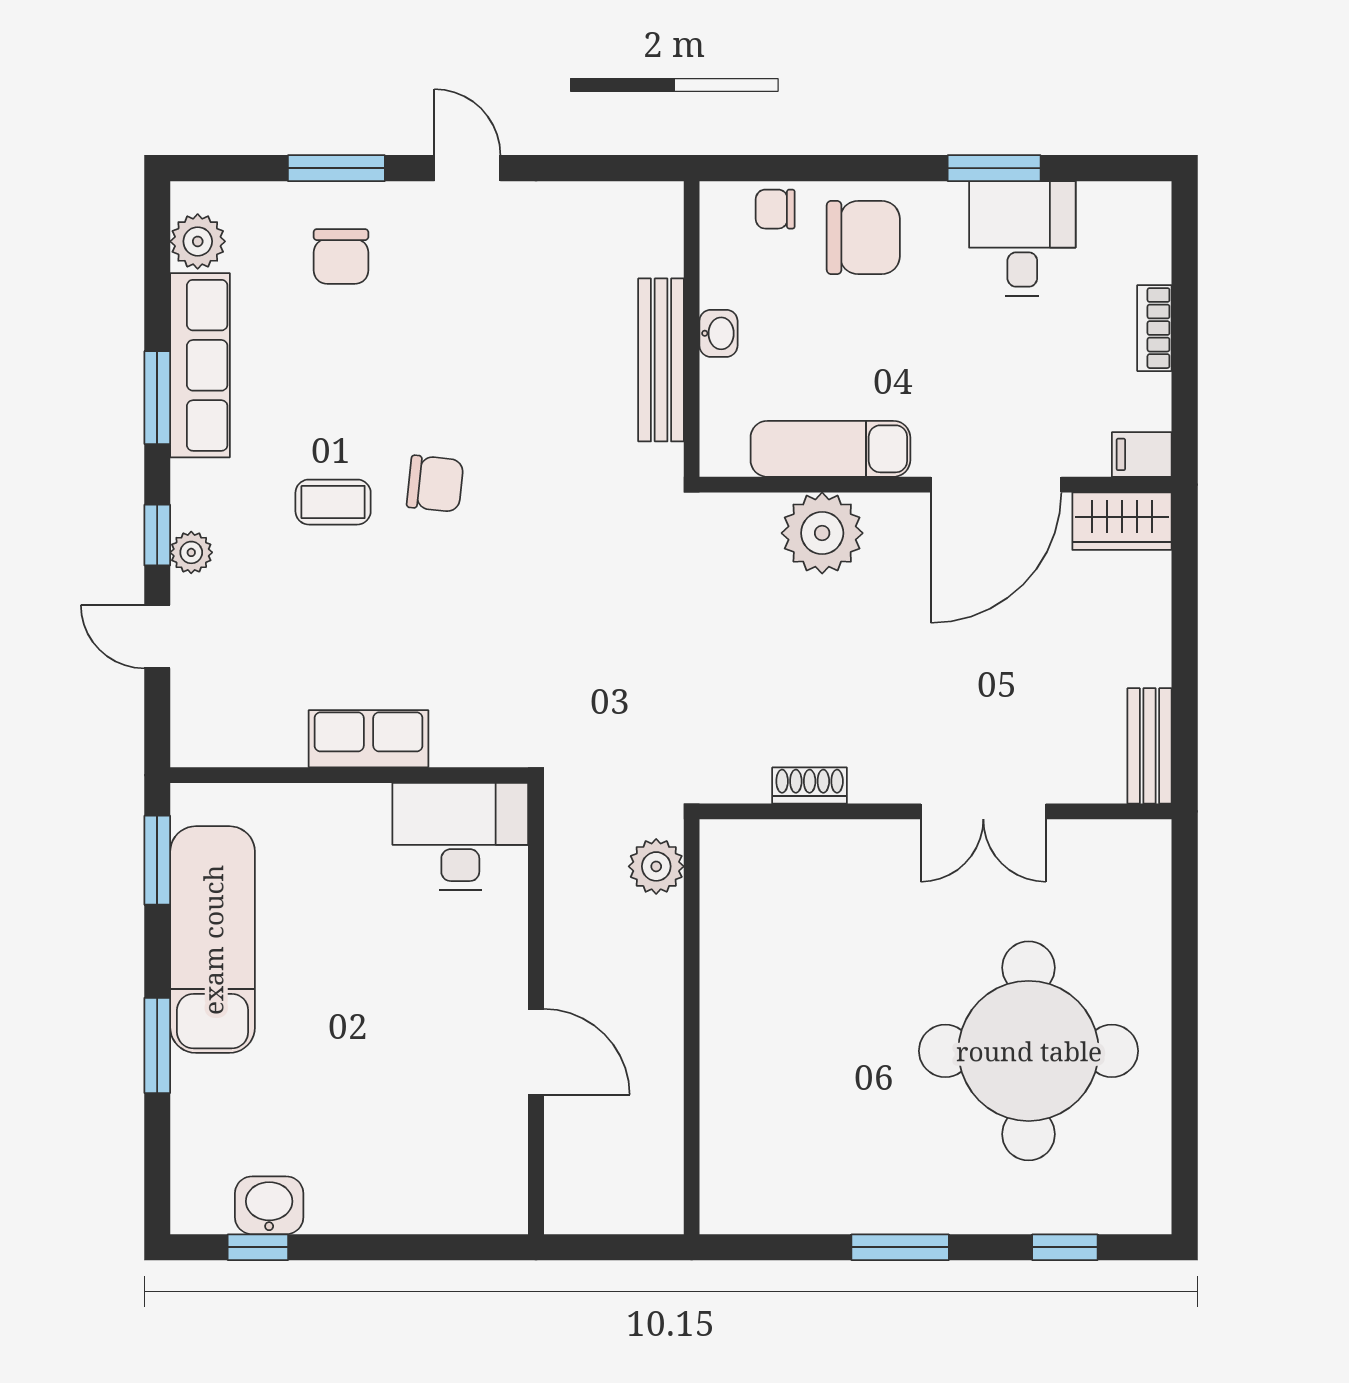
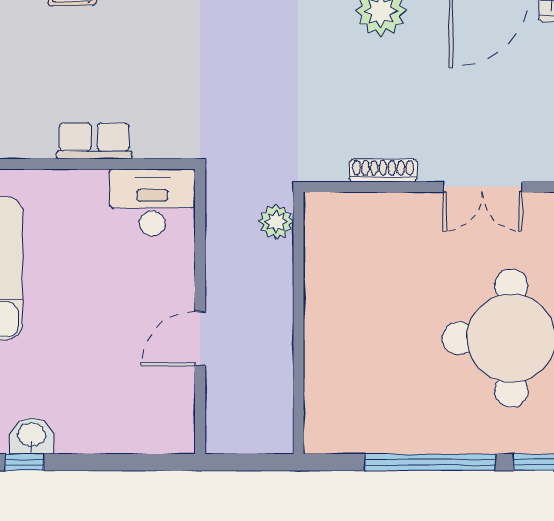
shoe rack: (810, 786) -> (383, 171), width x1.43
door: (536, 1052) -> (200, 339), swing flipped
window: (900, 1247) -> (430, 462), width x2.11

